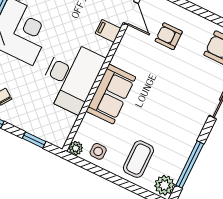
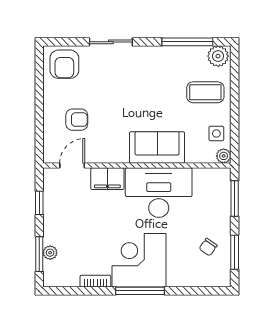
filing cabinet: (108, 31) -> (107, 179), width x2.00
armchair: (169, 36) -> (77, 120), turned -90
window: (34, 140) -> (235, 198), width x1.50

